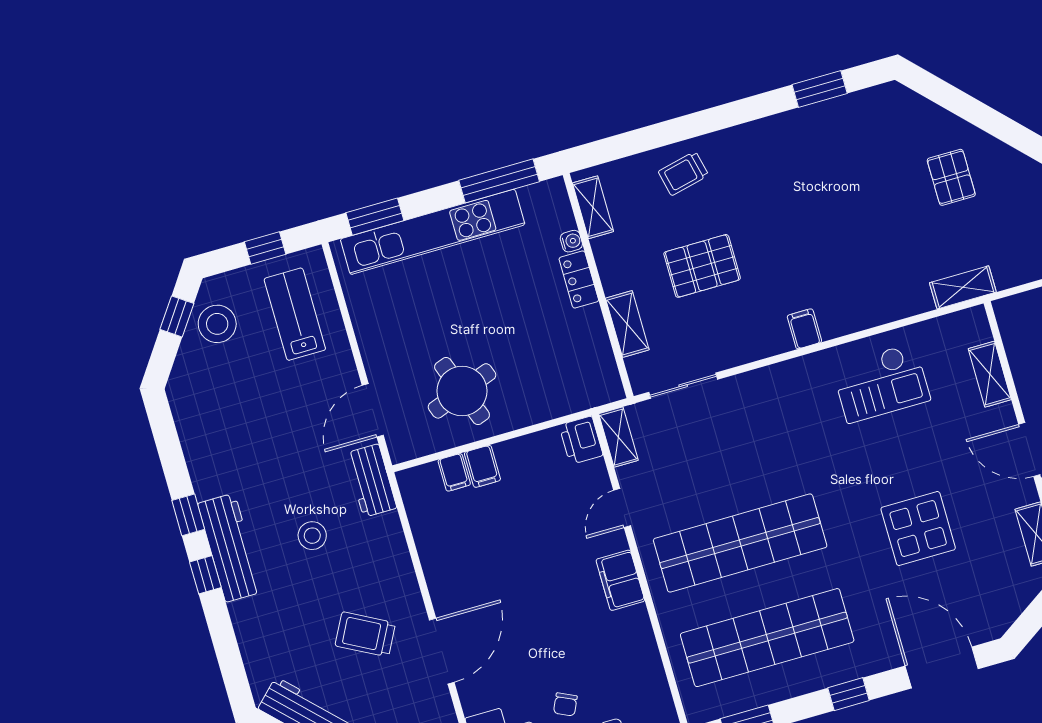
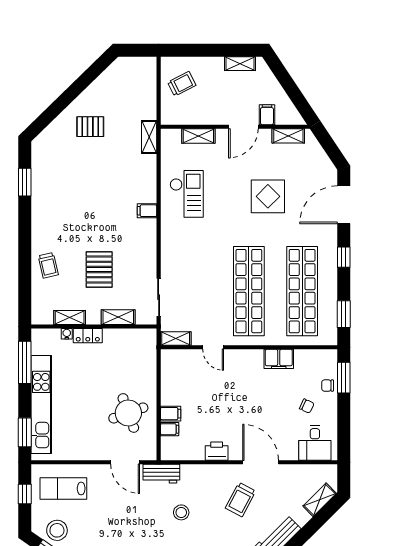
shelving: (593, 207) -> (70, 317), moved
filing cabinet: (804, 329) -> (147, 211), moved
printer: (581, 440) -> (217, 451), moved, turned 180
filing cabinet: (620, 580) -> (279, 359), moved

